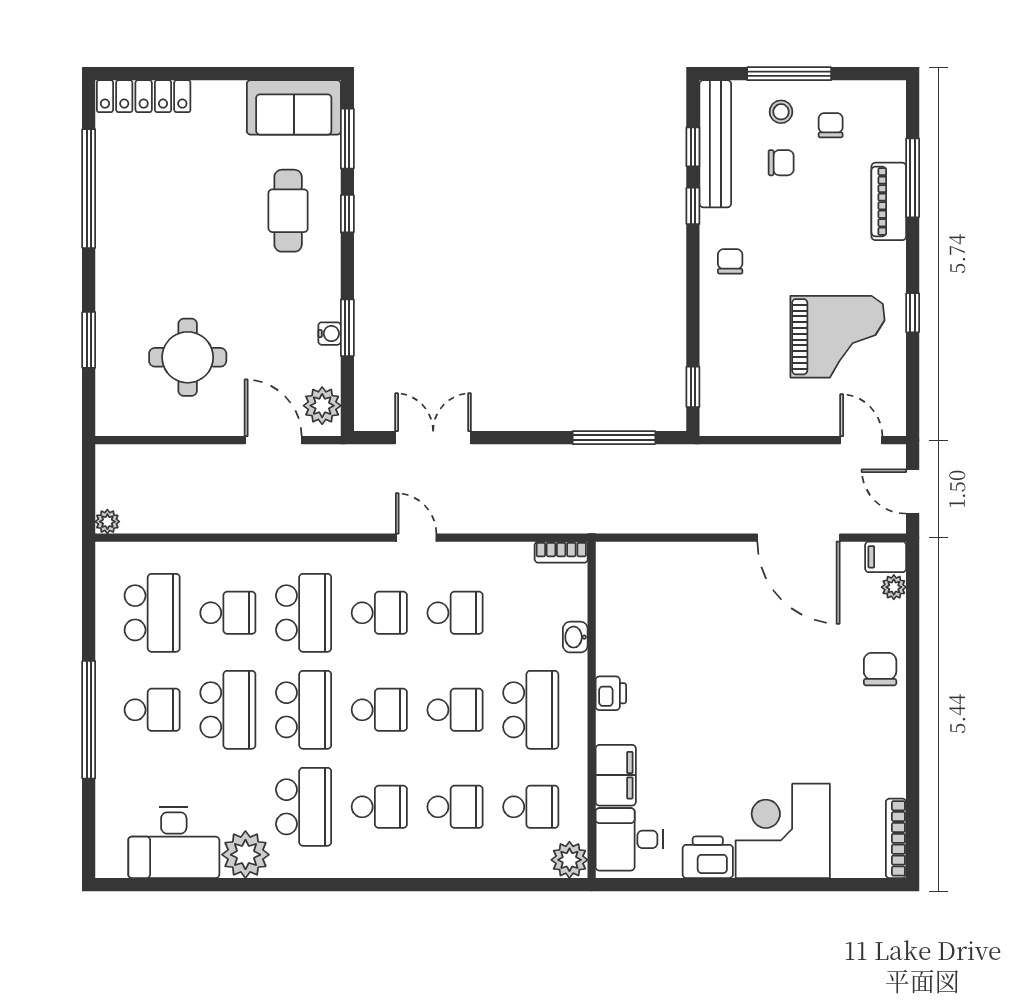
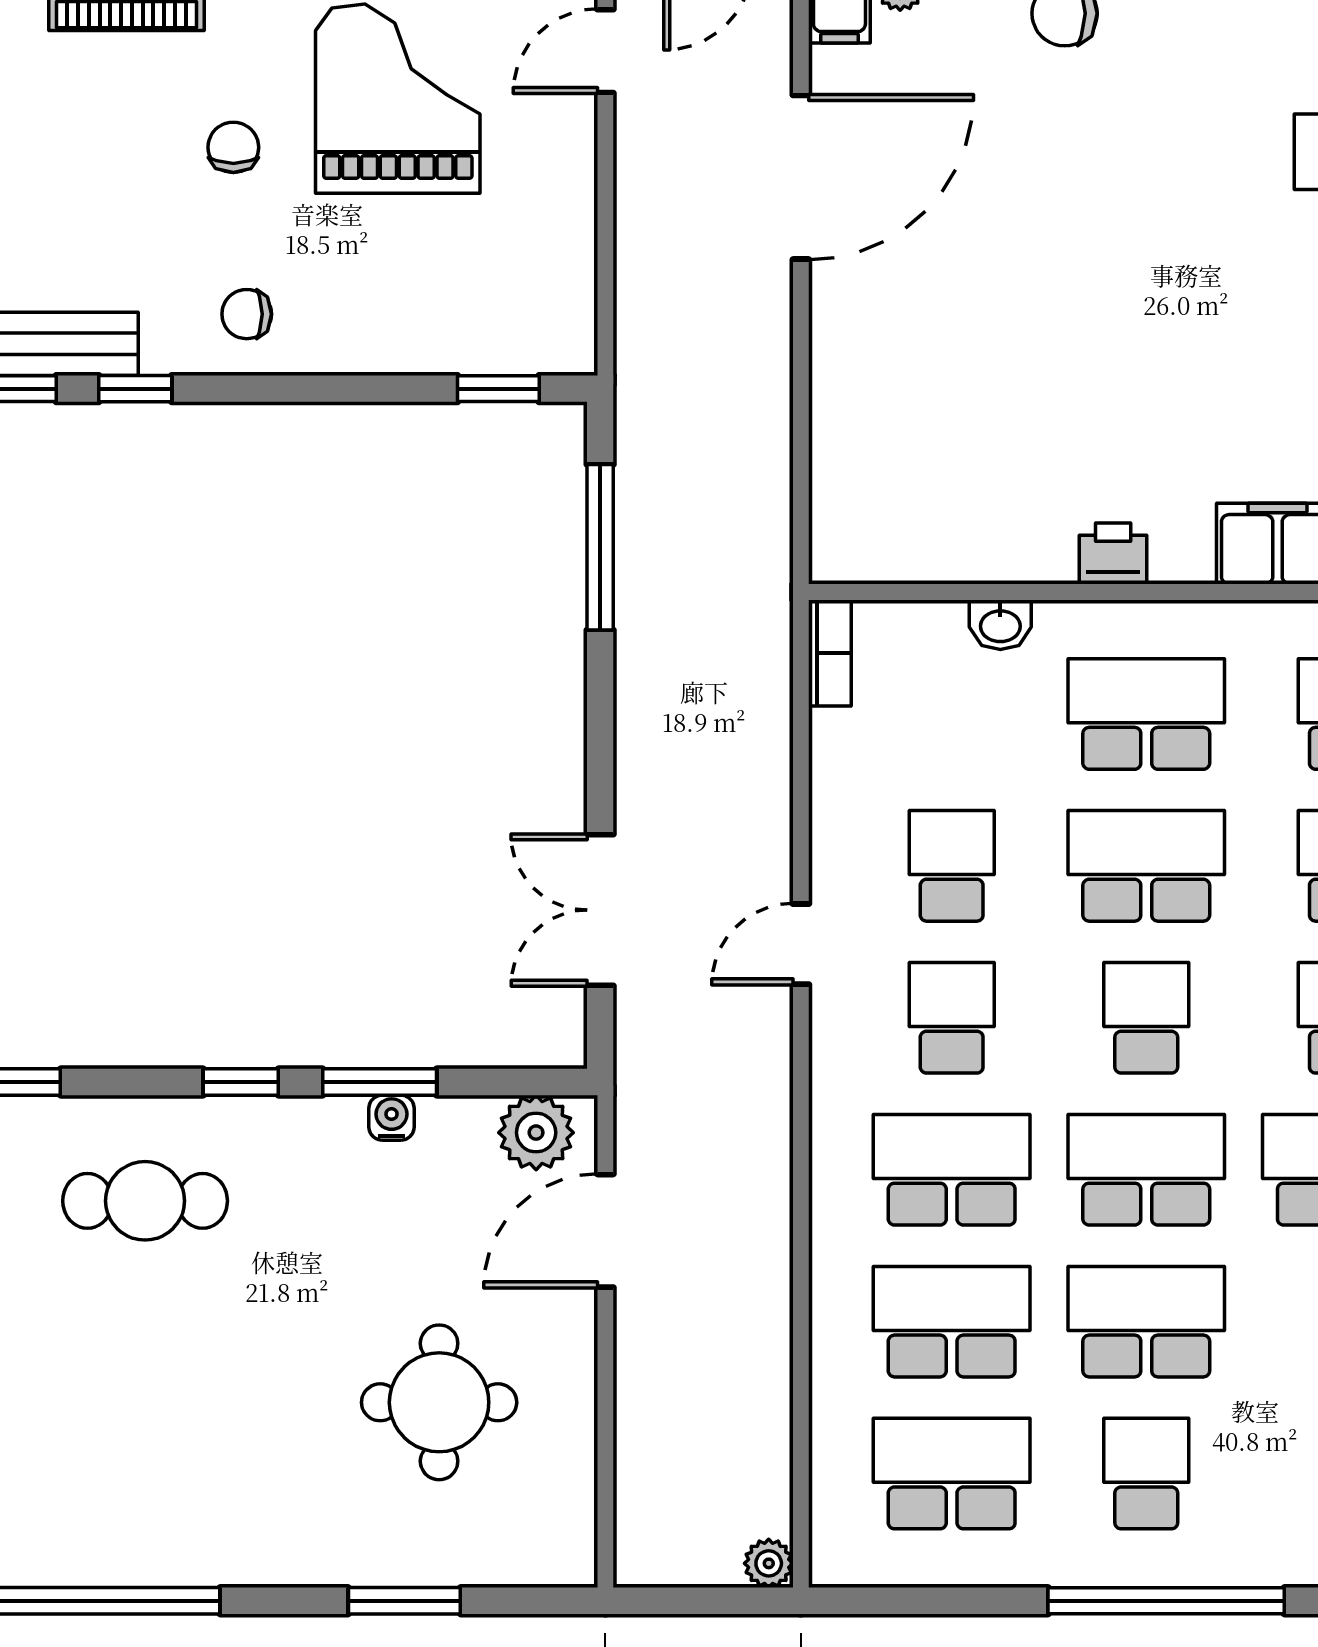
chair: (781, 163) -> (233, 147), moved
window: (347, 214) -> (241, 1082), moved
school desk: (228, 613) -> (952, 1322), width x1.85
school desk: (455, 710) -> (1146, 866), width x1.85

